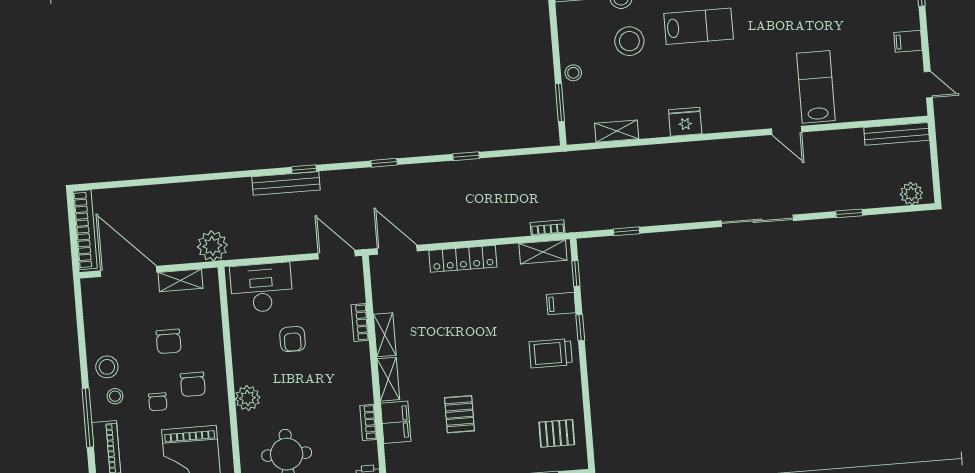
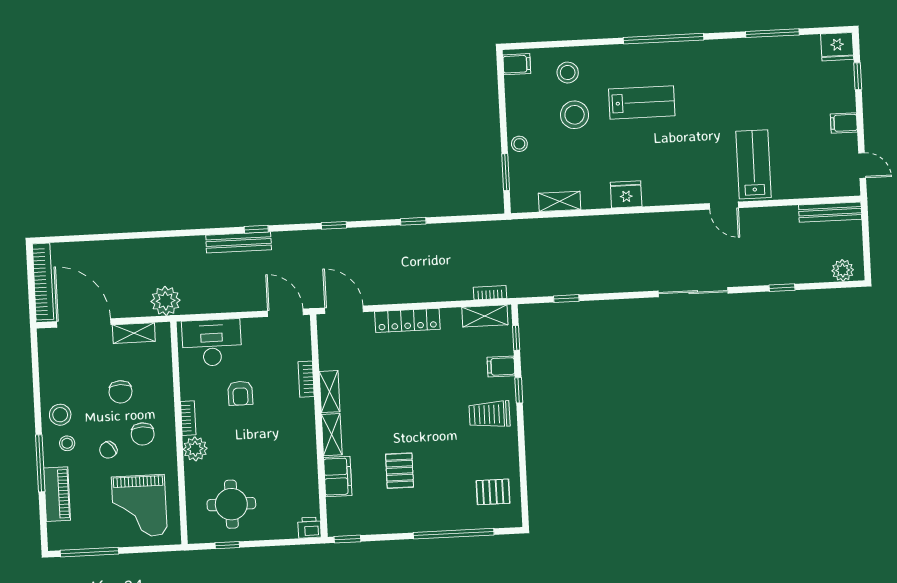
chair: (158, 402) -> (108, 450), turned 52
bookcase: (368, 422) -> (188, 418), moved, turned 180

